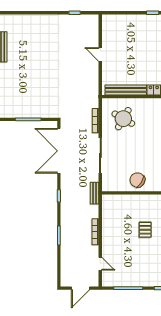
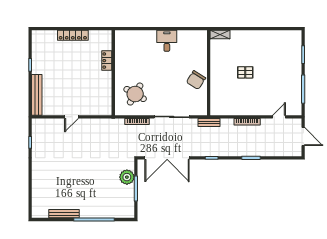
bench: (126, 90) -> (37, 95), moved
plant: (40, 110) -> (127, 177), added

